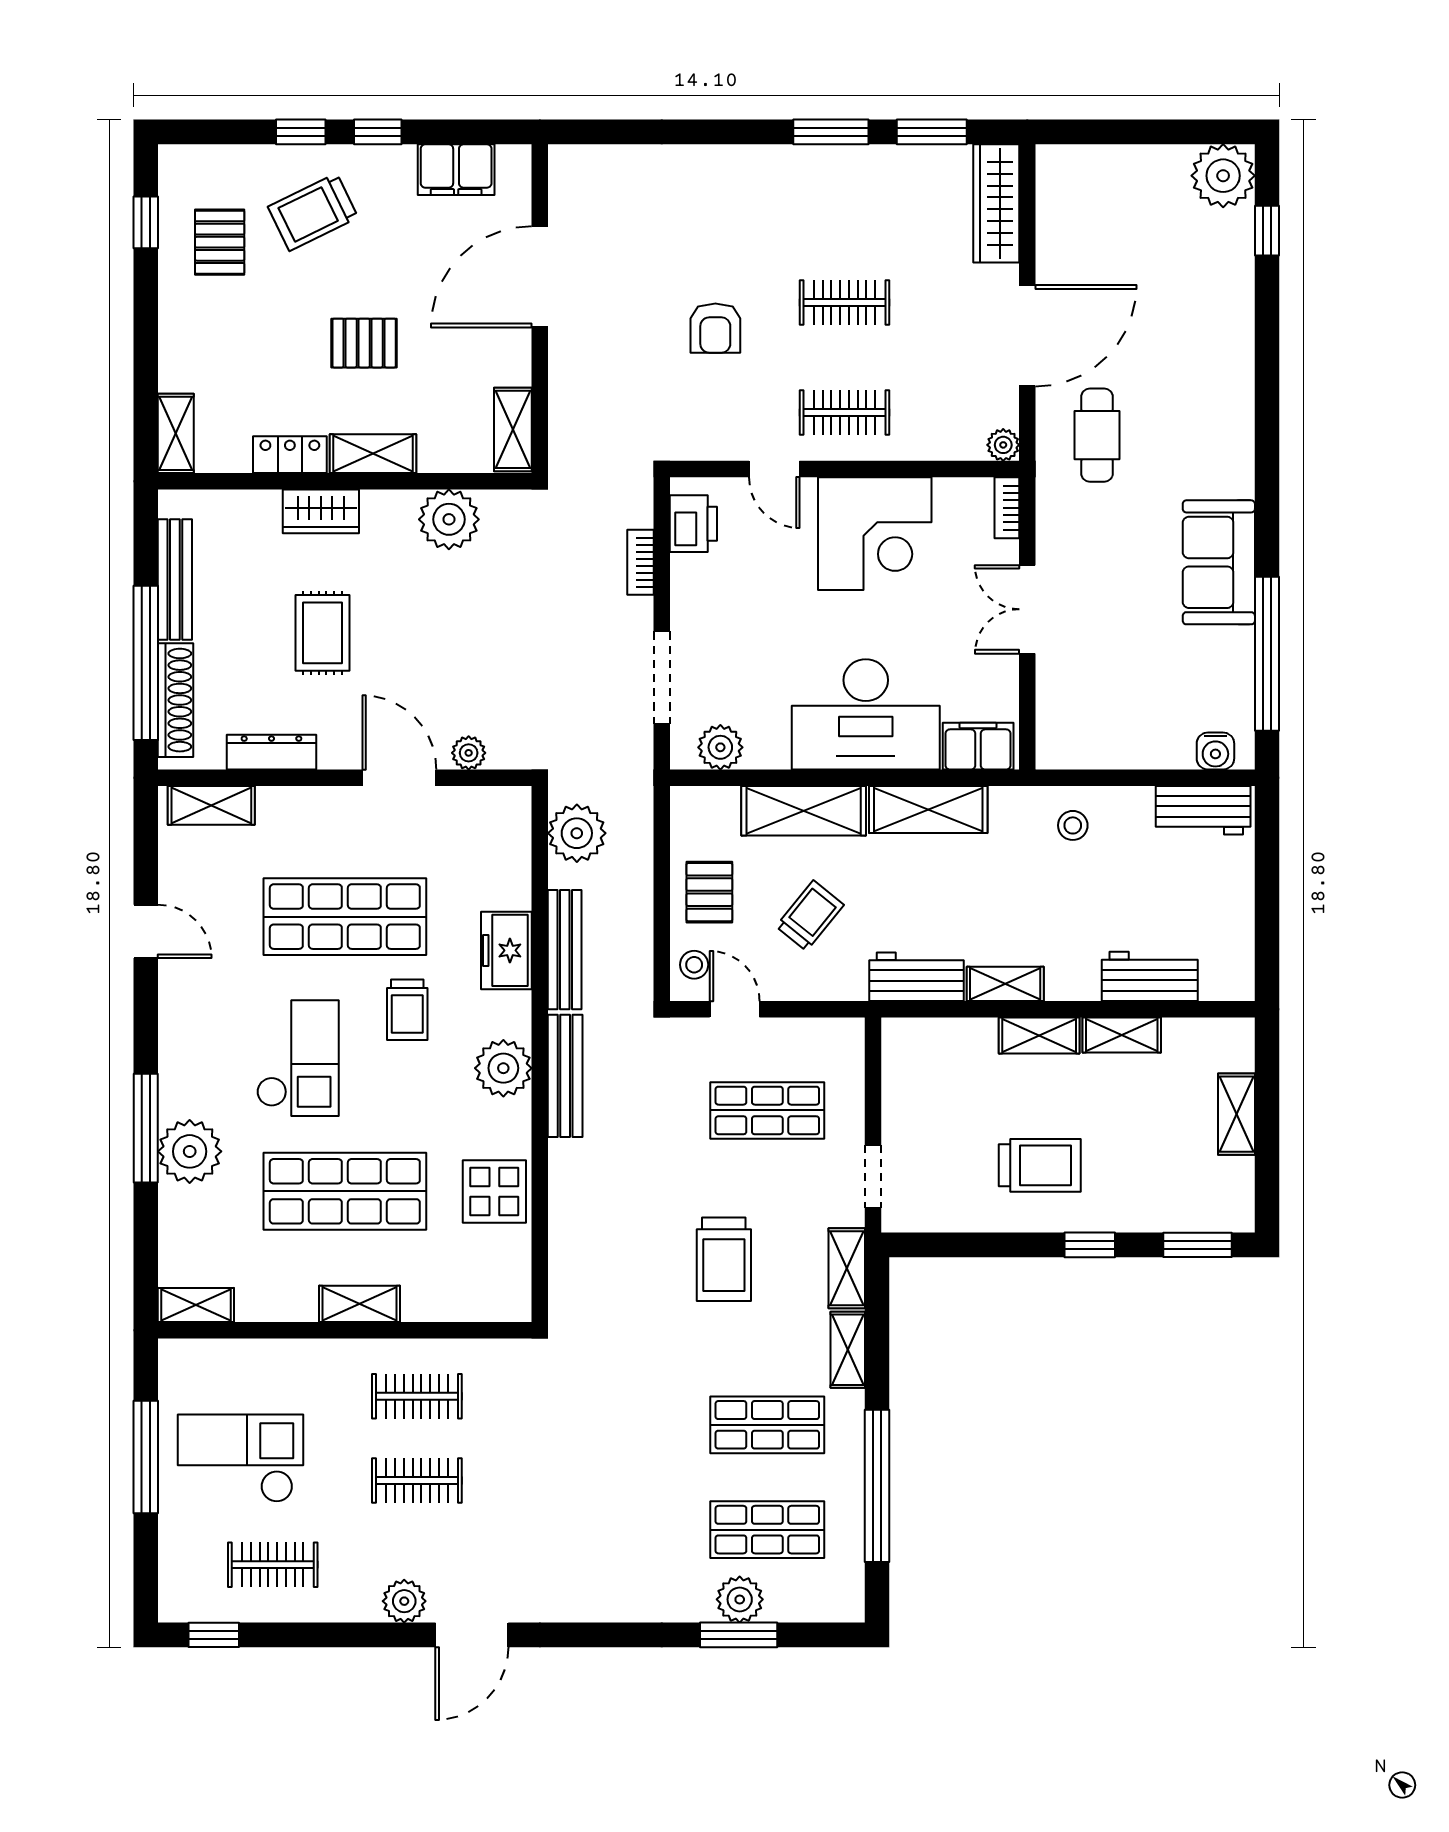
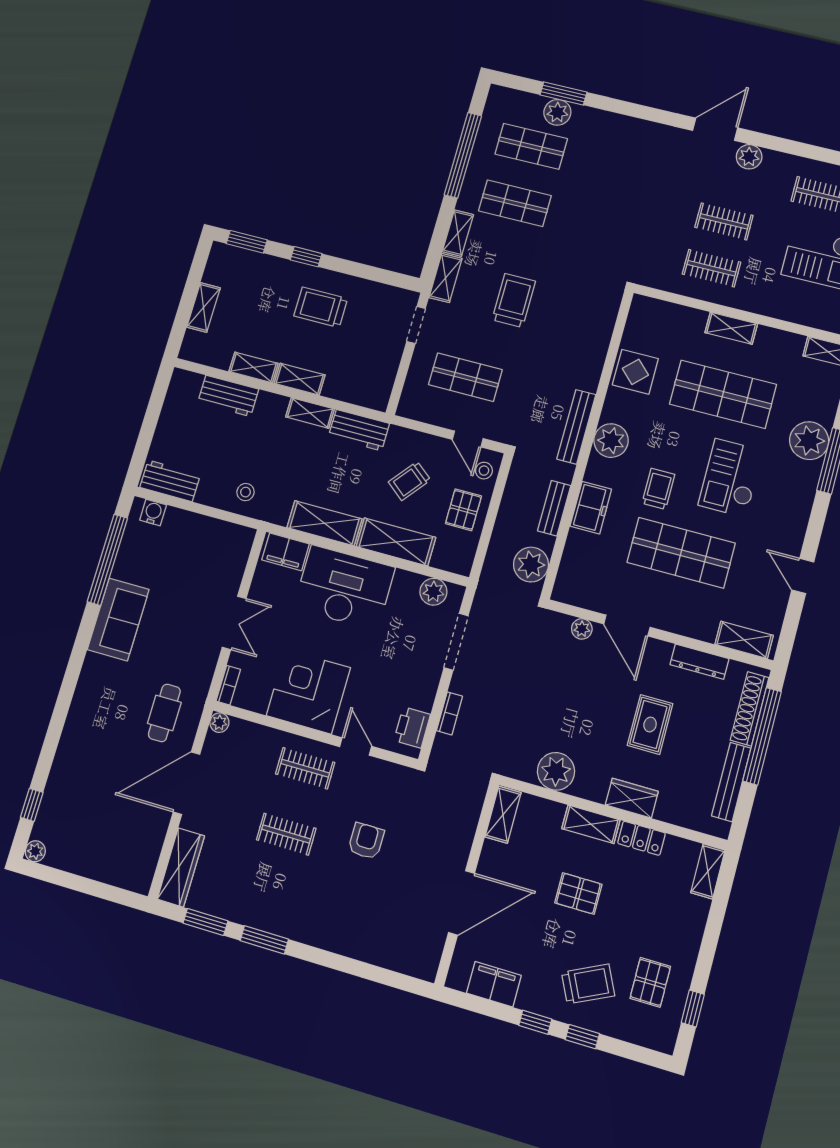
plant: (1223, 176) -> (35, 851), width x0.53, depth x0.53
bench: (565, 950) -> (554, 508), width x0.73

